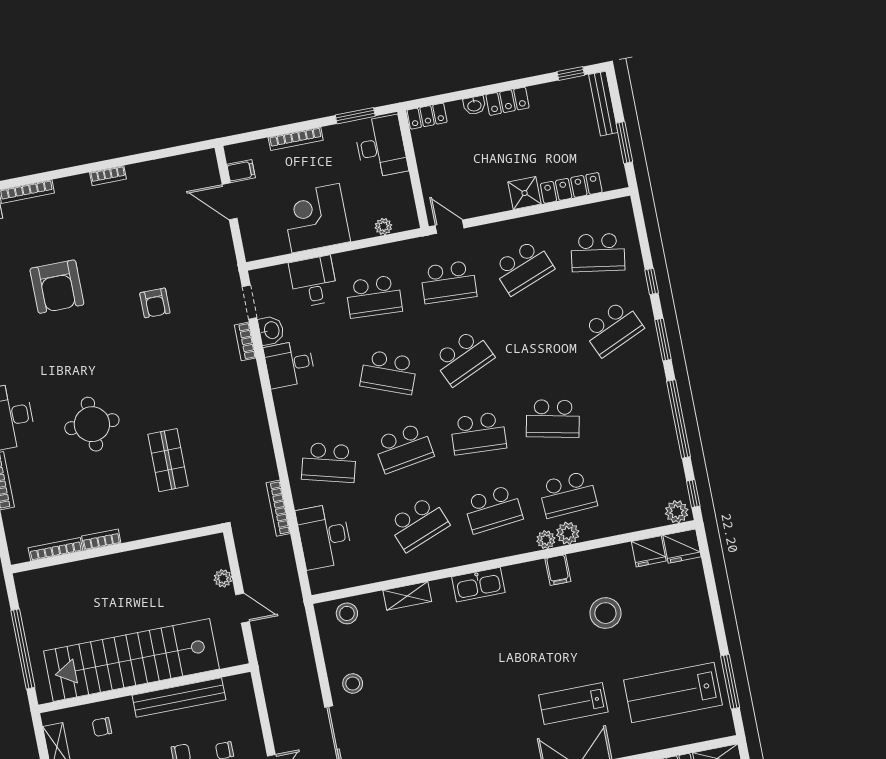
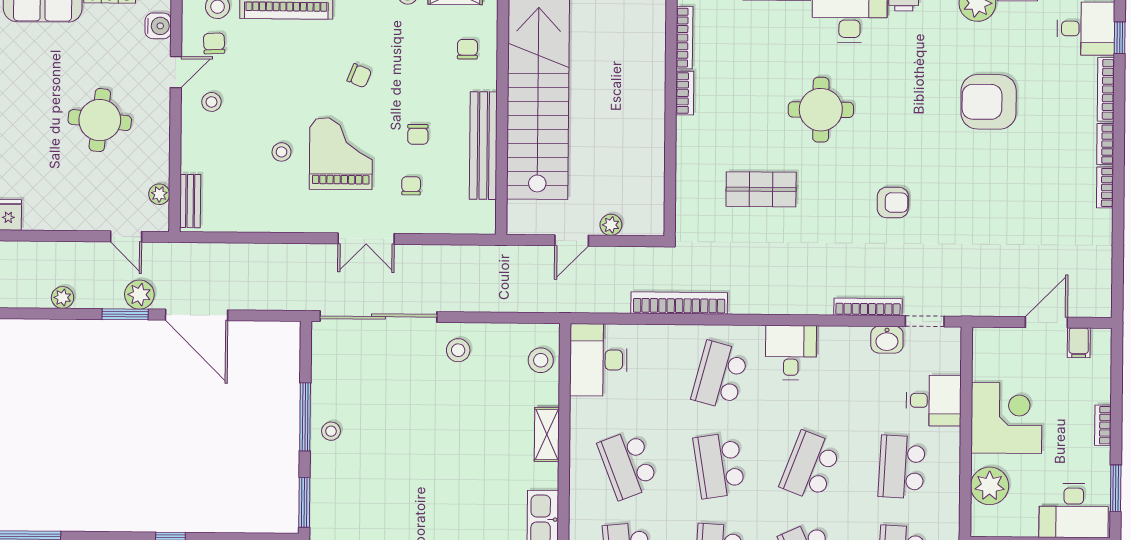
bookcase: (296, 139) -> (1103, 425), width x0.64
bookcase: (72, 183) -> (1105, 144), added
plant: (383, 226) -> (990, 486), width x1.88, depth x1.88
armchair: (155, 303) -> (893, 203), moved, turned 180
bookcase: (245, 341) -> (868, 307), width x1.56
desk: (289, 364) -> (791, 352), moved
bookcase: (278, 508) -> (679, 303), width x1.48, depth x1.31
desk: (324, 536) -> (598, 360), moved, turned -90

